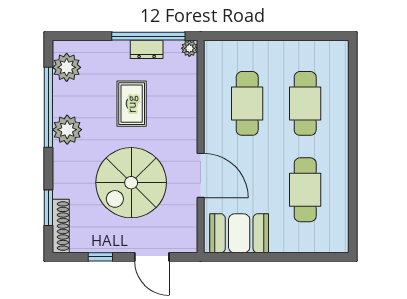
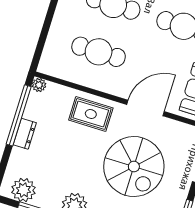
dresser: (147, 49) -> (25, 134), moved
rug: (132, 104) -> (91, 114), moved

